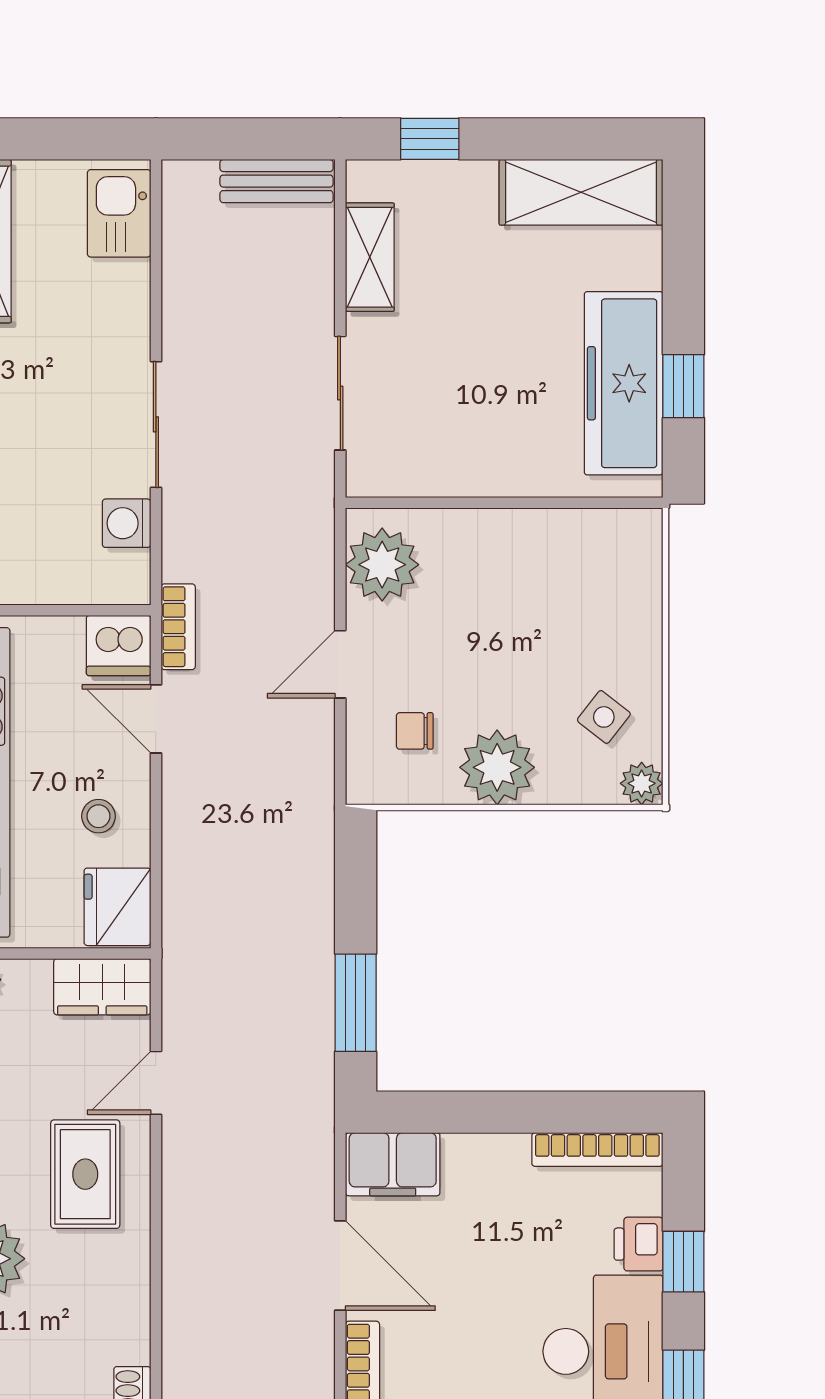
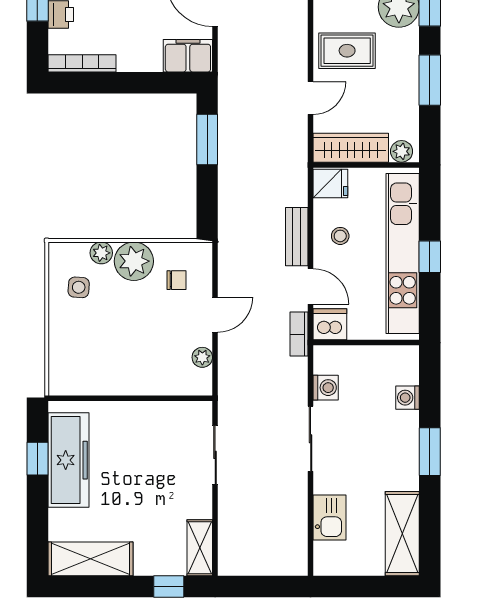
bench: (277, 181) -> (297, 237), moved, turned 90
kitchen sink: (119, 213) -> (330, 518), moved
shelving: (370, 257) -> (200, 548), moved
plant: (382, 565) -> (202, 357), width x0.53, depth x0.53
side table: (604, 717) -> (79, 287), turned -34
plant: (642, 783) -> (101, 253), moved
fridge: (117, 907) -> (330, 183), width x0.72
wardrobe: (102, 987) -> (351, 148), width x1.50
rug: (85, 1174) -> (347, 51), turned 90

